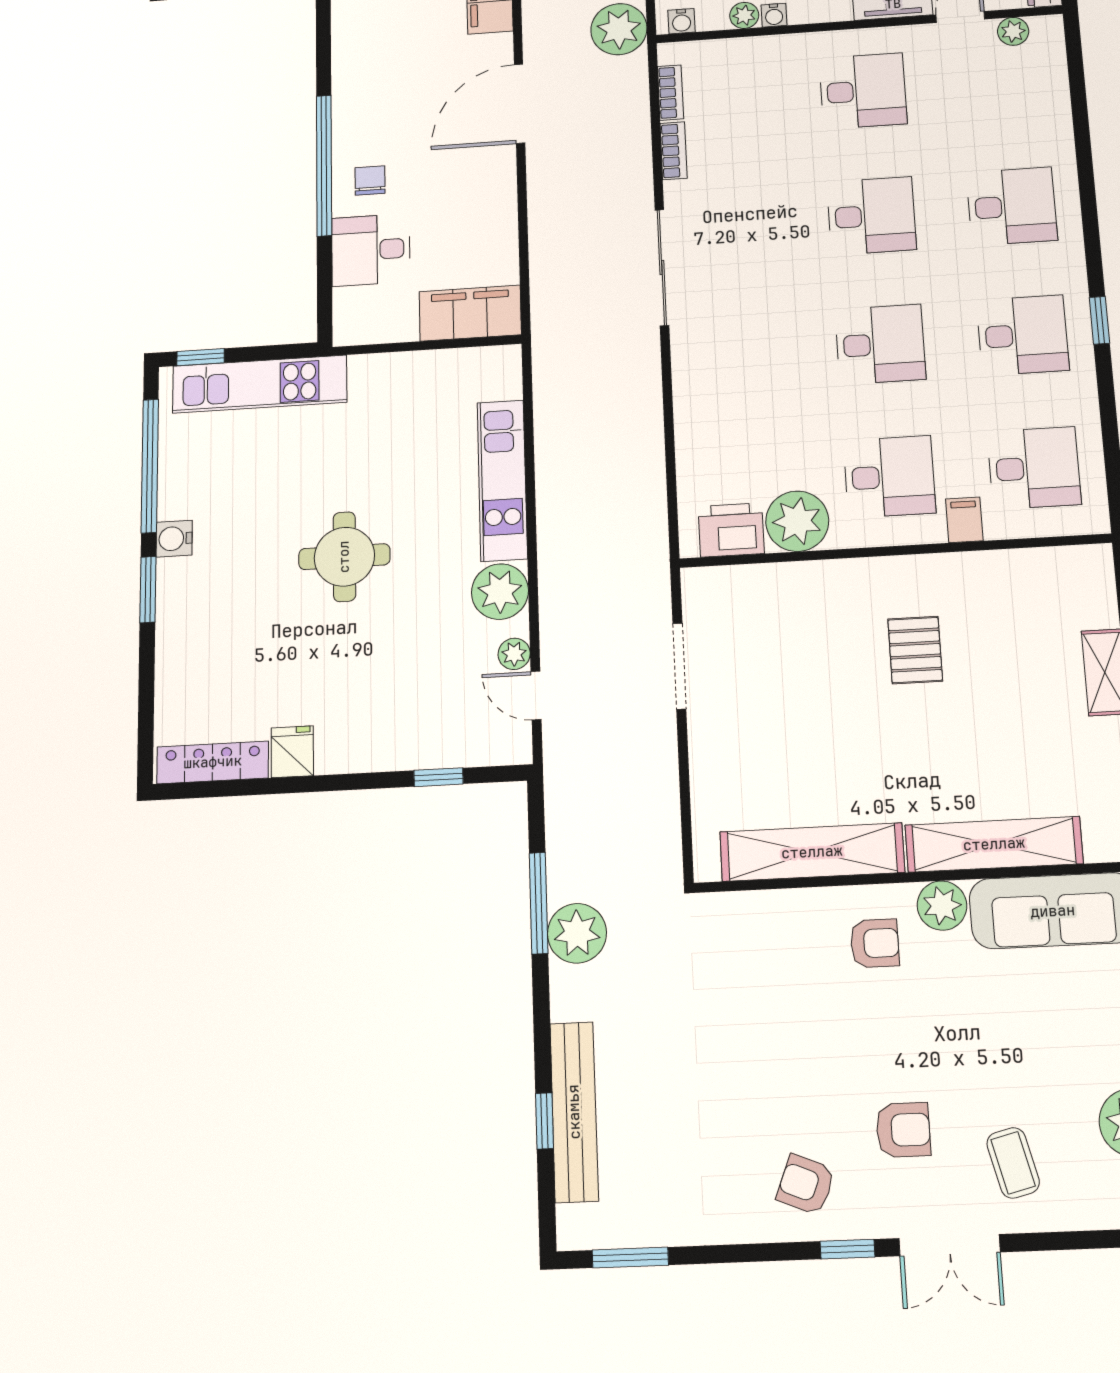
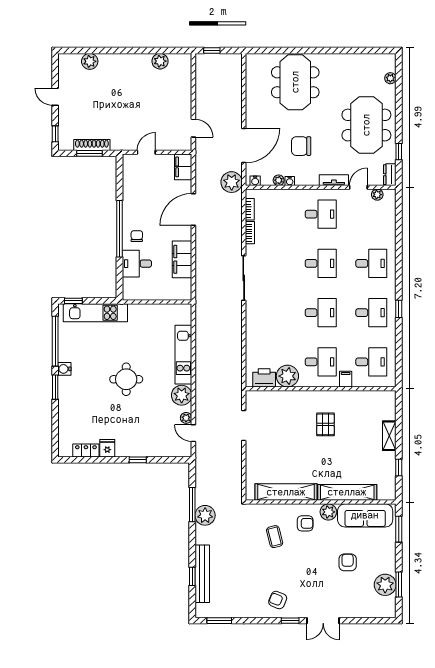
filing cabinet: (470, 313) -> (182, 259), moved, turned -90
locker: (213, 762) -> (86, 450), width x0.66
window: (438, 777) -> (138, 460), moved
armchair: (903, 1130) -> (348, 562), moved, turned -90
coffee table: (1013, 1163) -> (275, 537), moved

